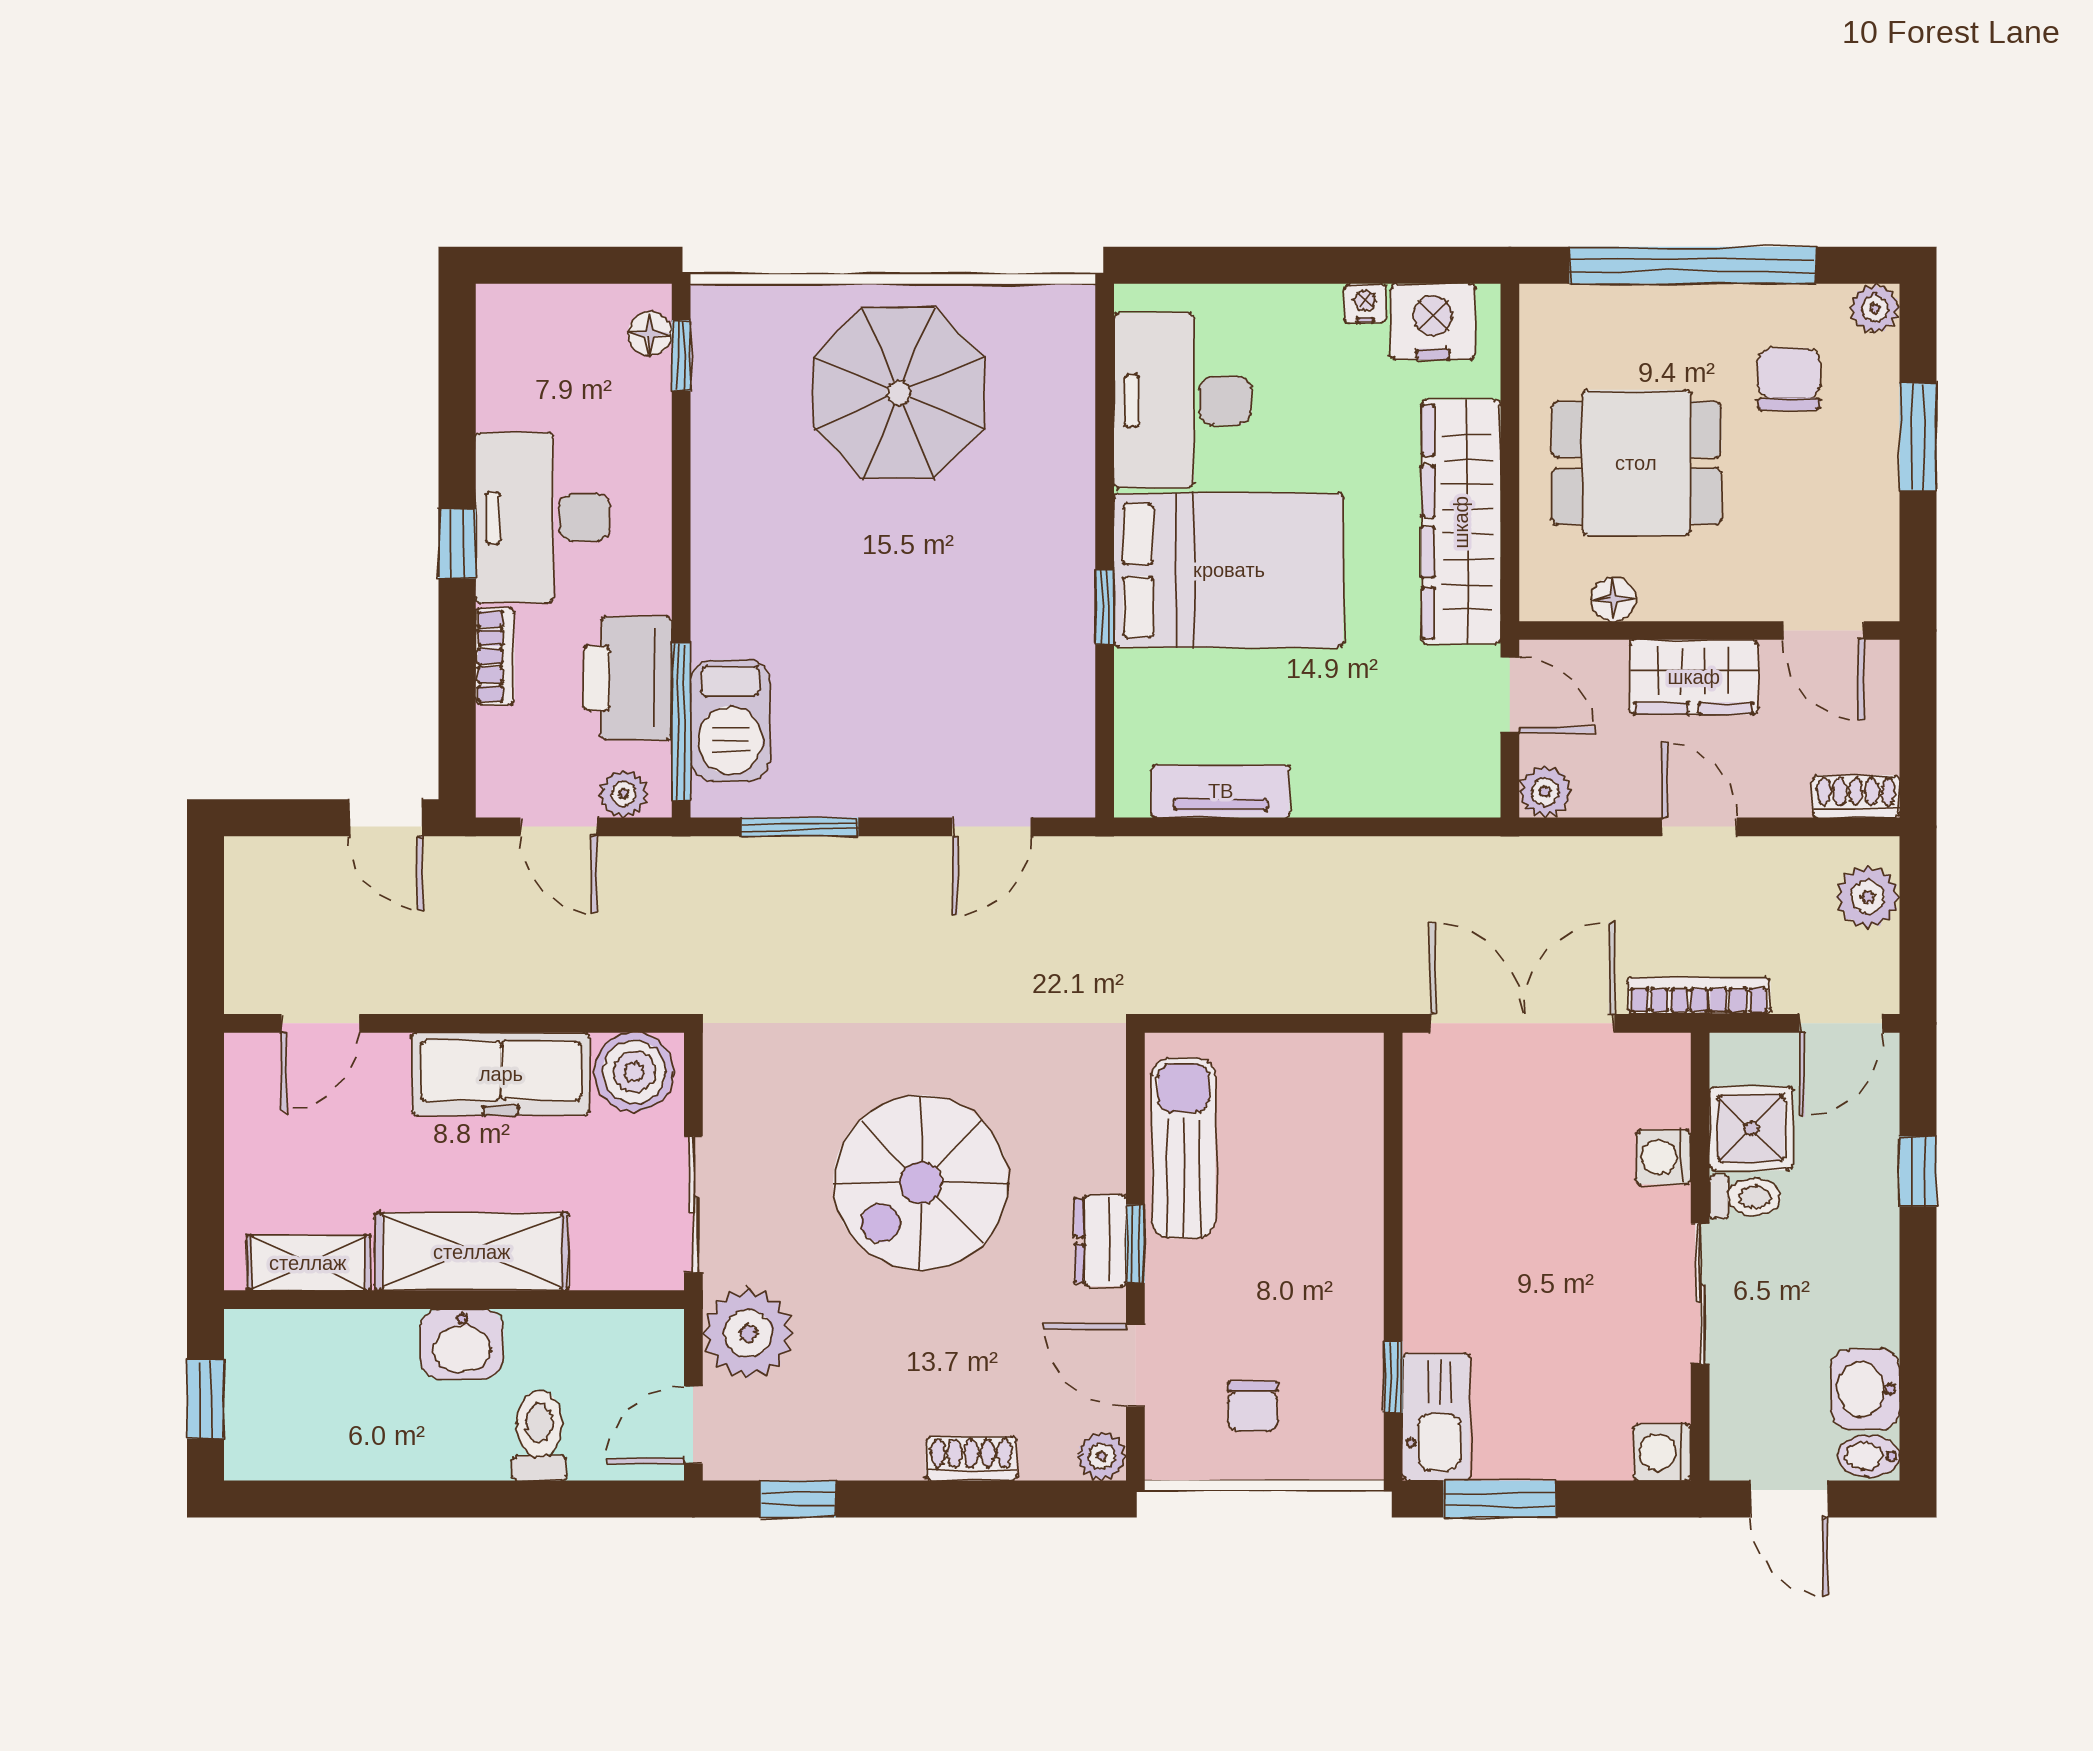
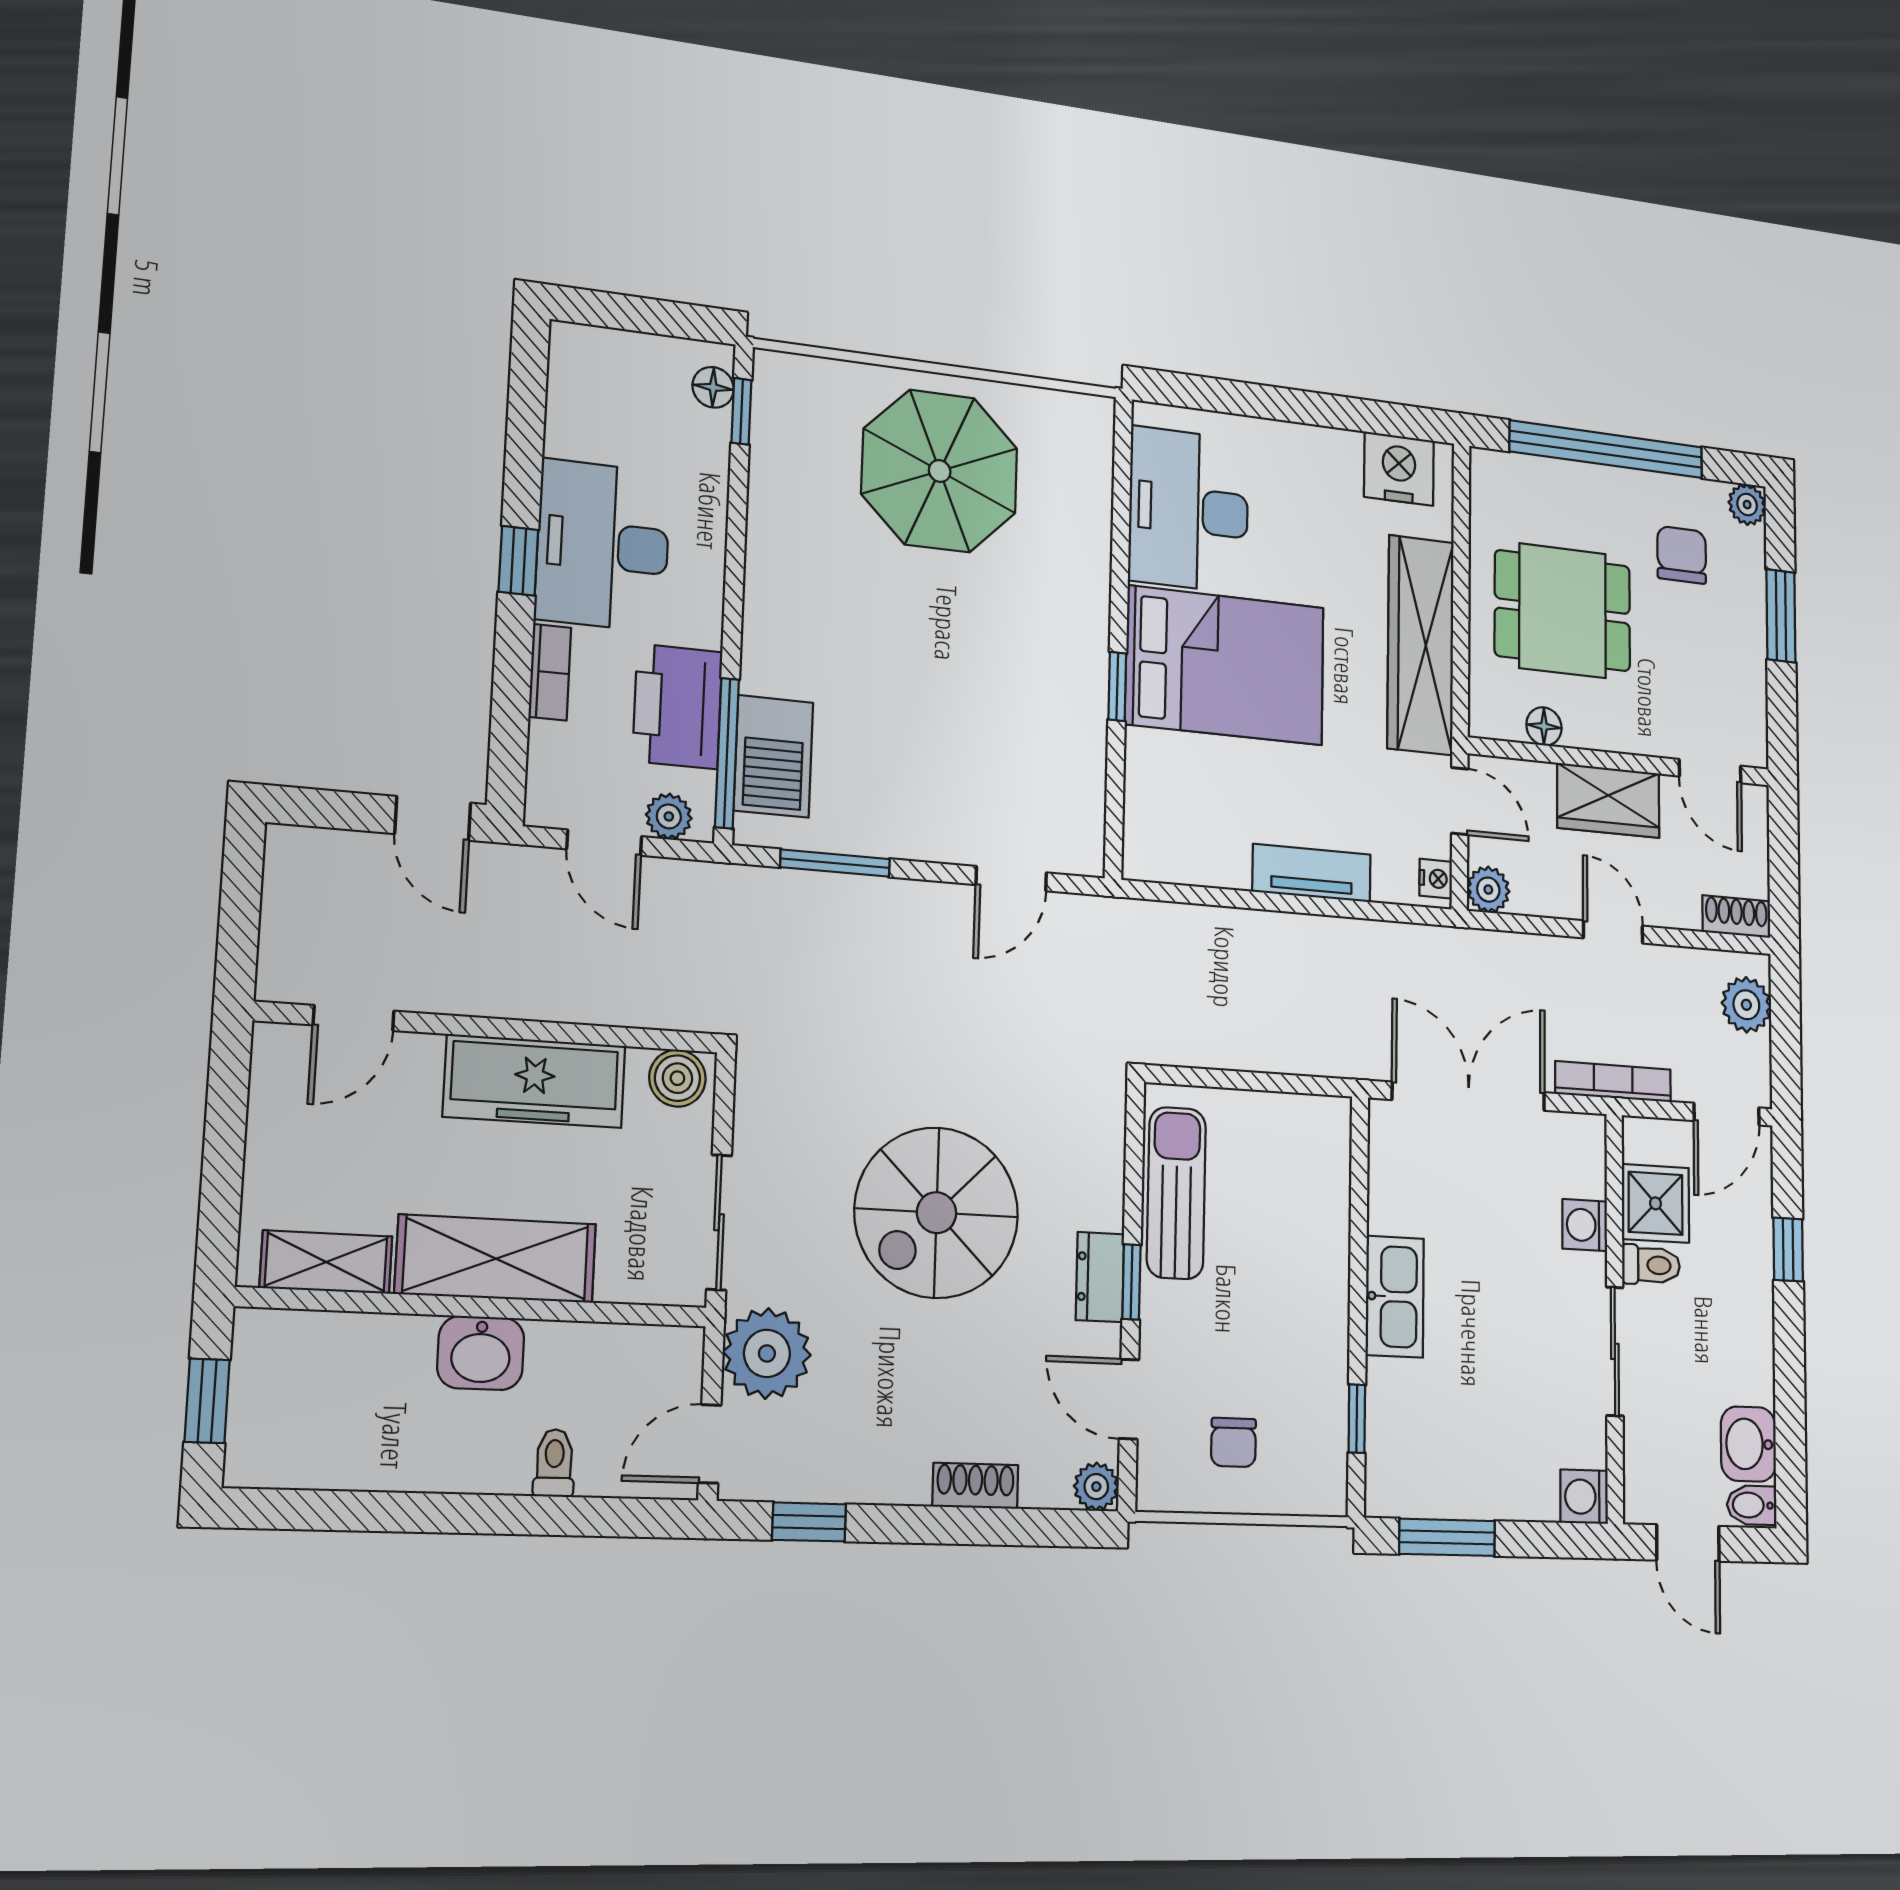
nightstand: (1365, 303) -> (1436, 879), moved, turned 90
tv unit: (1221, 791) -> (1312, 873), moved
boiler: (634, 1072) -> (677, 1078), width x0.73, depth x0.73
kitchen sink: (1436, 1417) -> (1395, 1297), moved
toilet: (539, 1436) -> (554, 1463), width x0.73, depth x0.72

